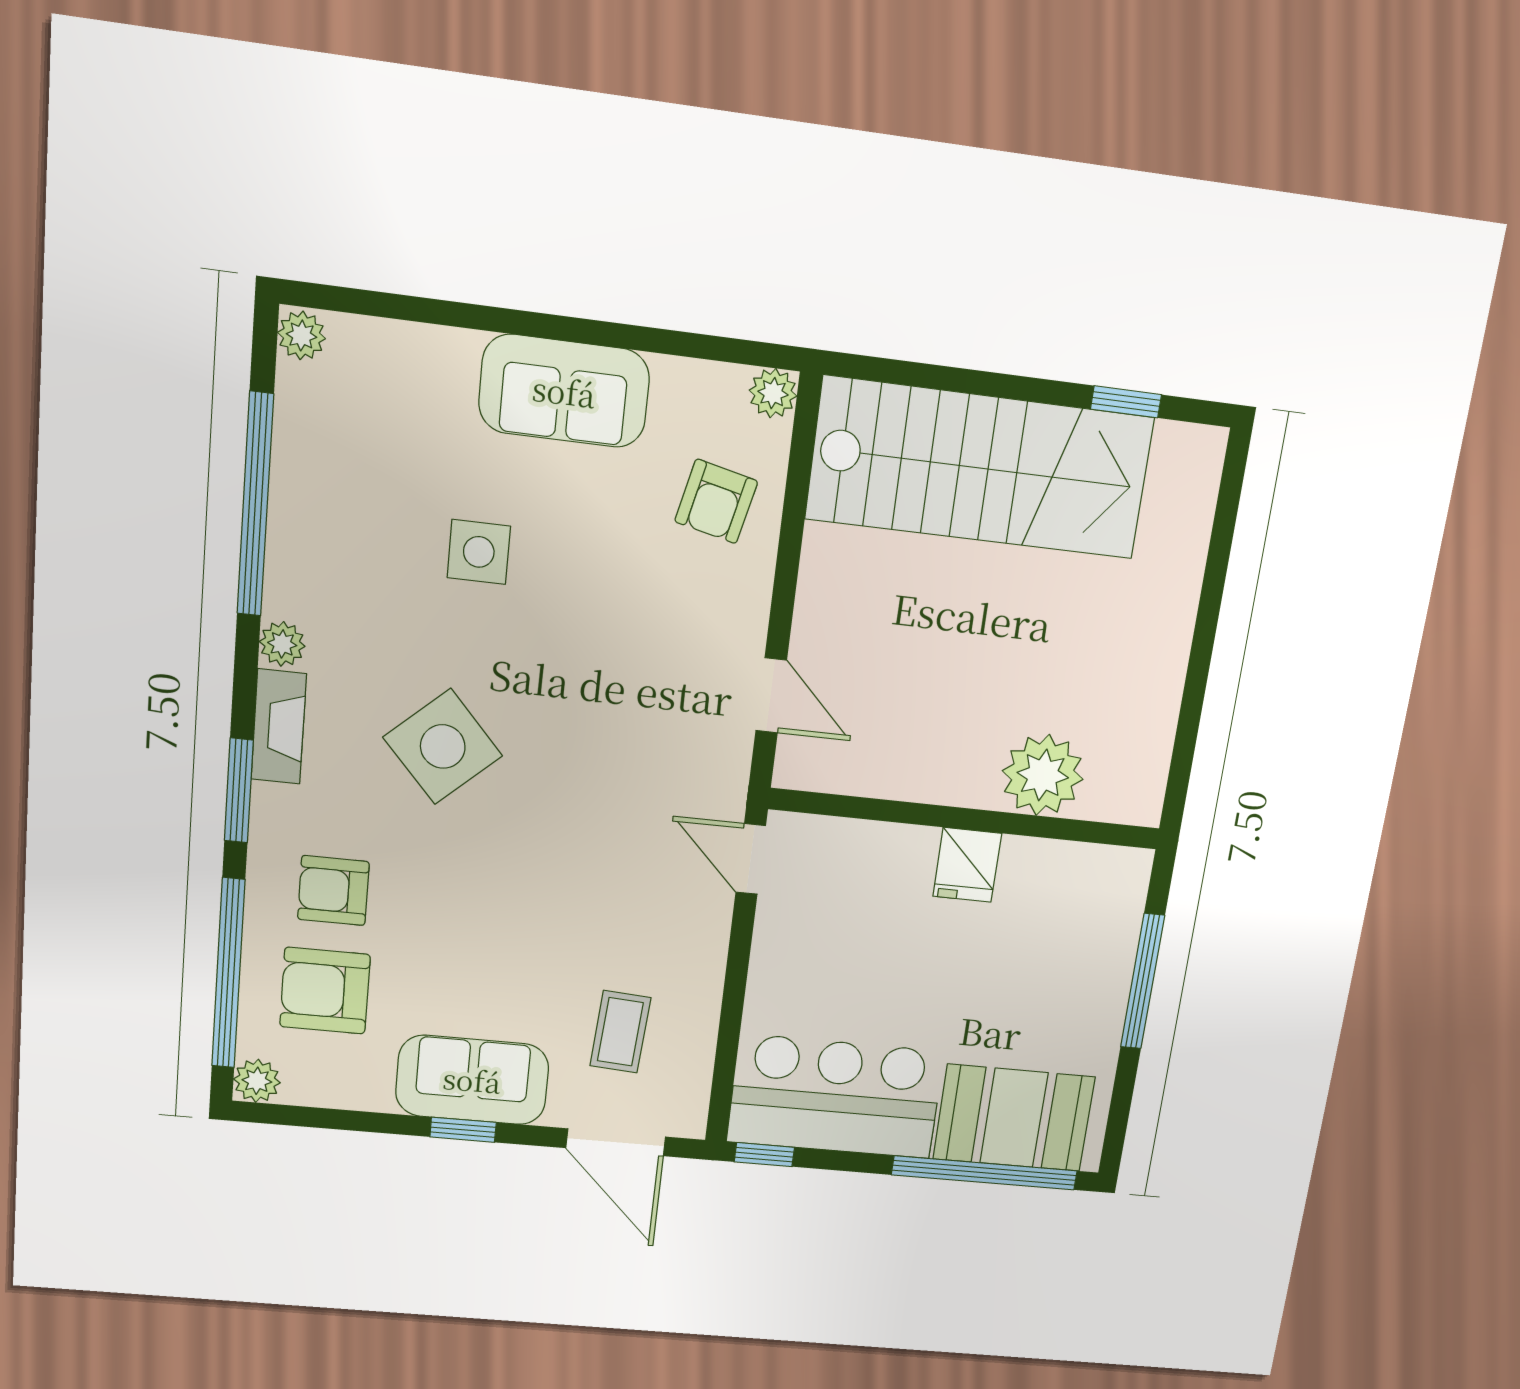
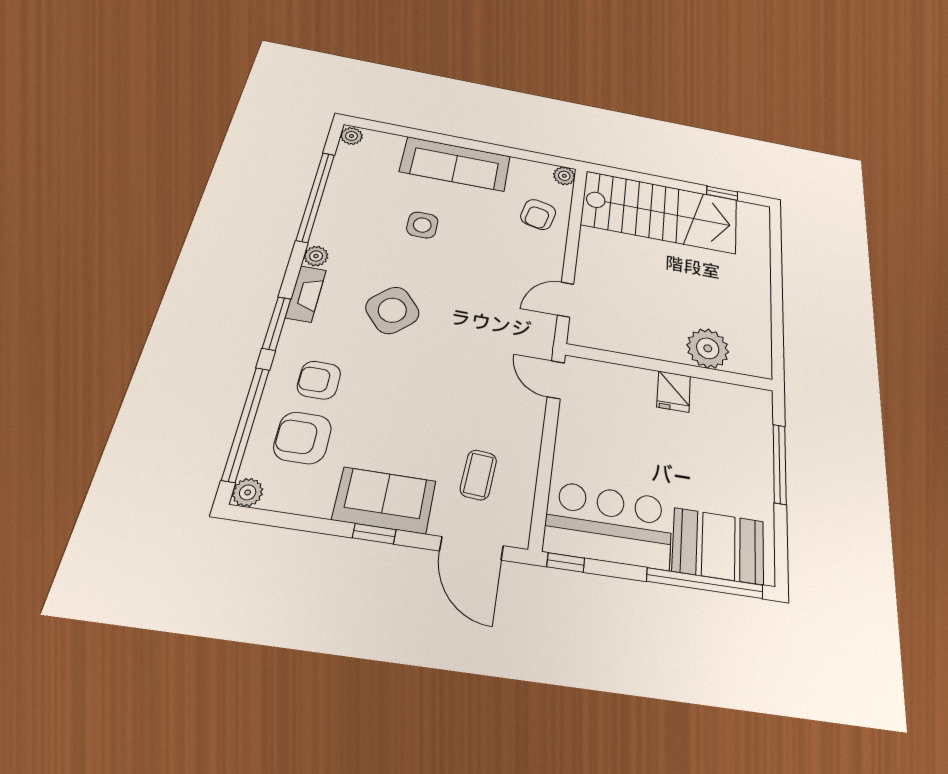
sofa: (564, 391) -> (455, 164), width x1.36
door: (771, 695) -> (566, 299), swing flipped

